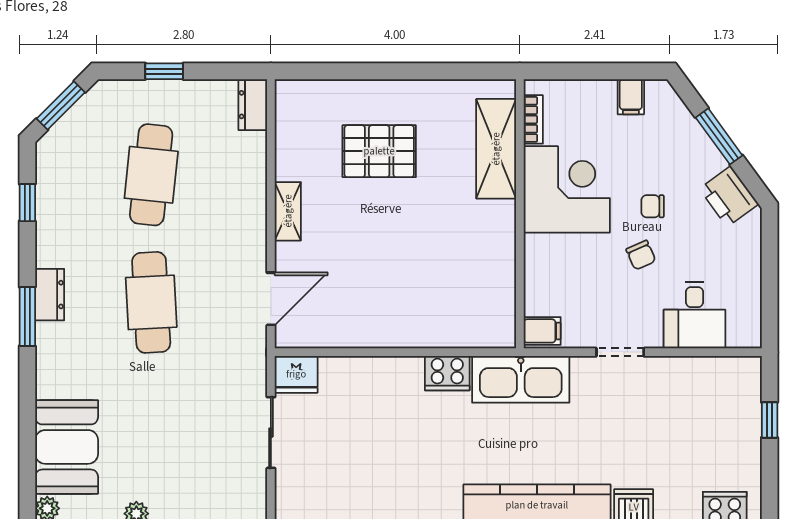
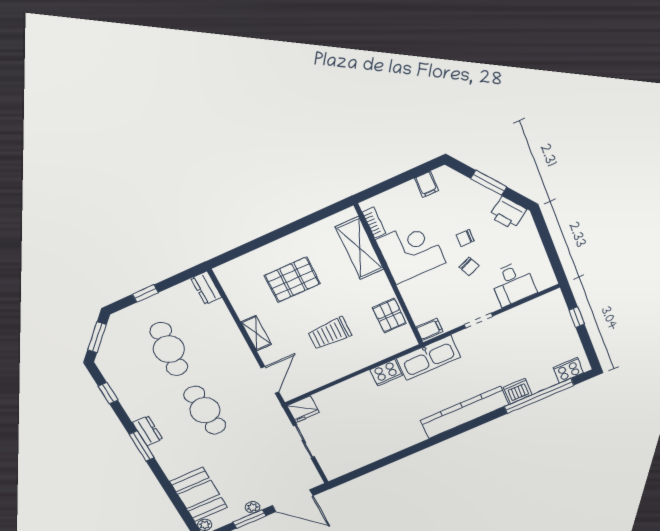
trolley: (393, 265) -> (330, 333), added
pallet: (493, 278) -> (389, 316), added

